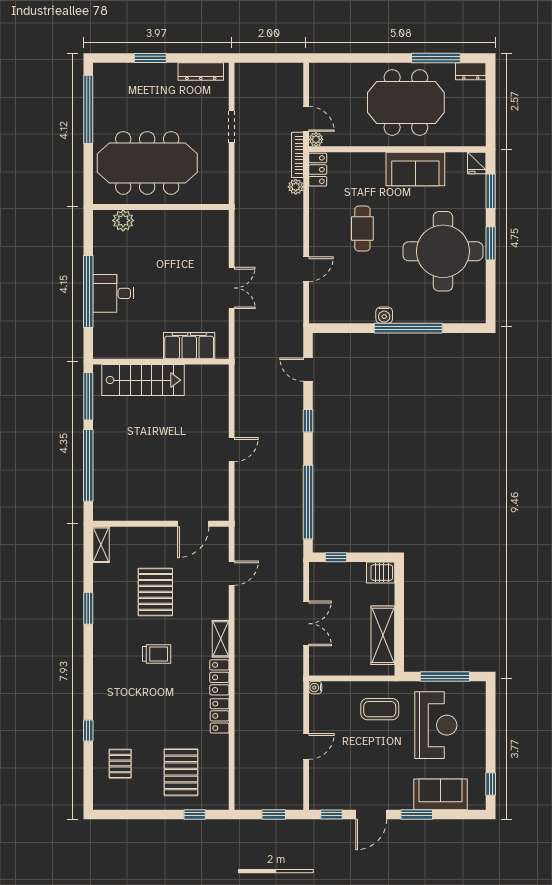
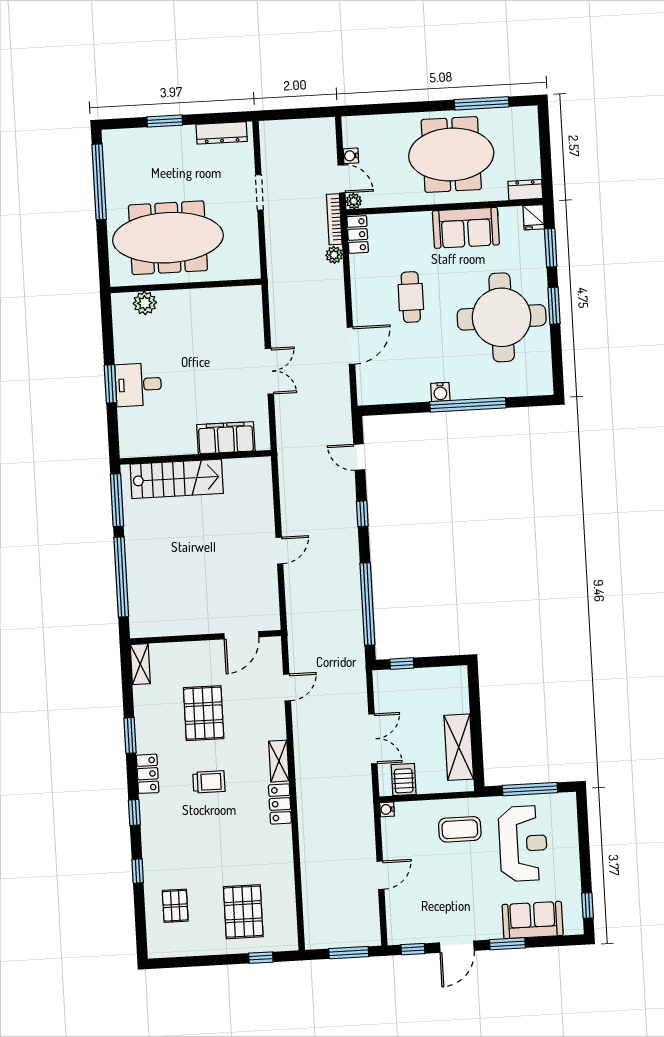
dresser: (471, 71) -> (525, 190), moved, turned 180
water cooler: (316, 99) -> (351, 156), added
door: (306, 269) -> (351, 346), width x1.38
window: (88, 291) -> (110, 384), width x0.47
server rack: (381, 573) -> (404, 780), moved, turned 90
window: (88, 678) -> (134, 812), added
locker: (220, 716) -> (148, 774), moved, turned 180
window: (274, 814) -> (349, 953), width x1.50

